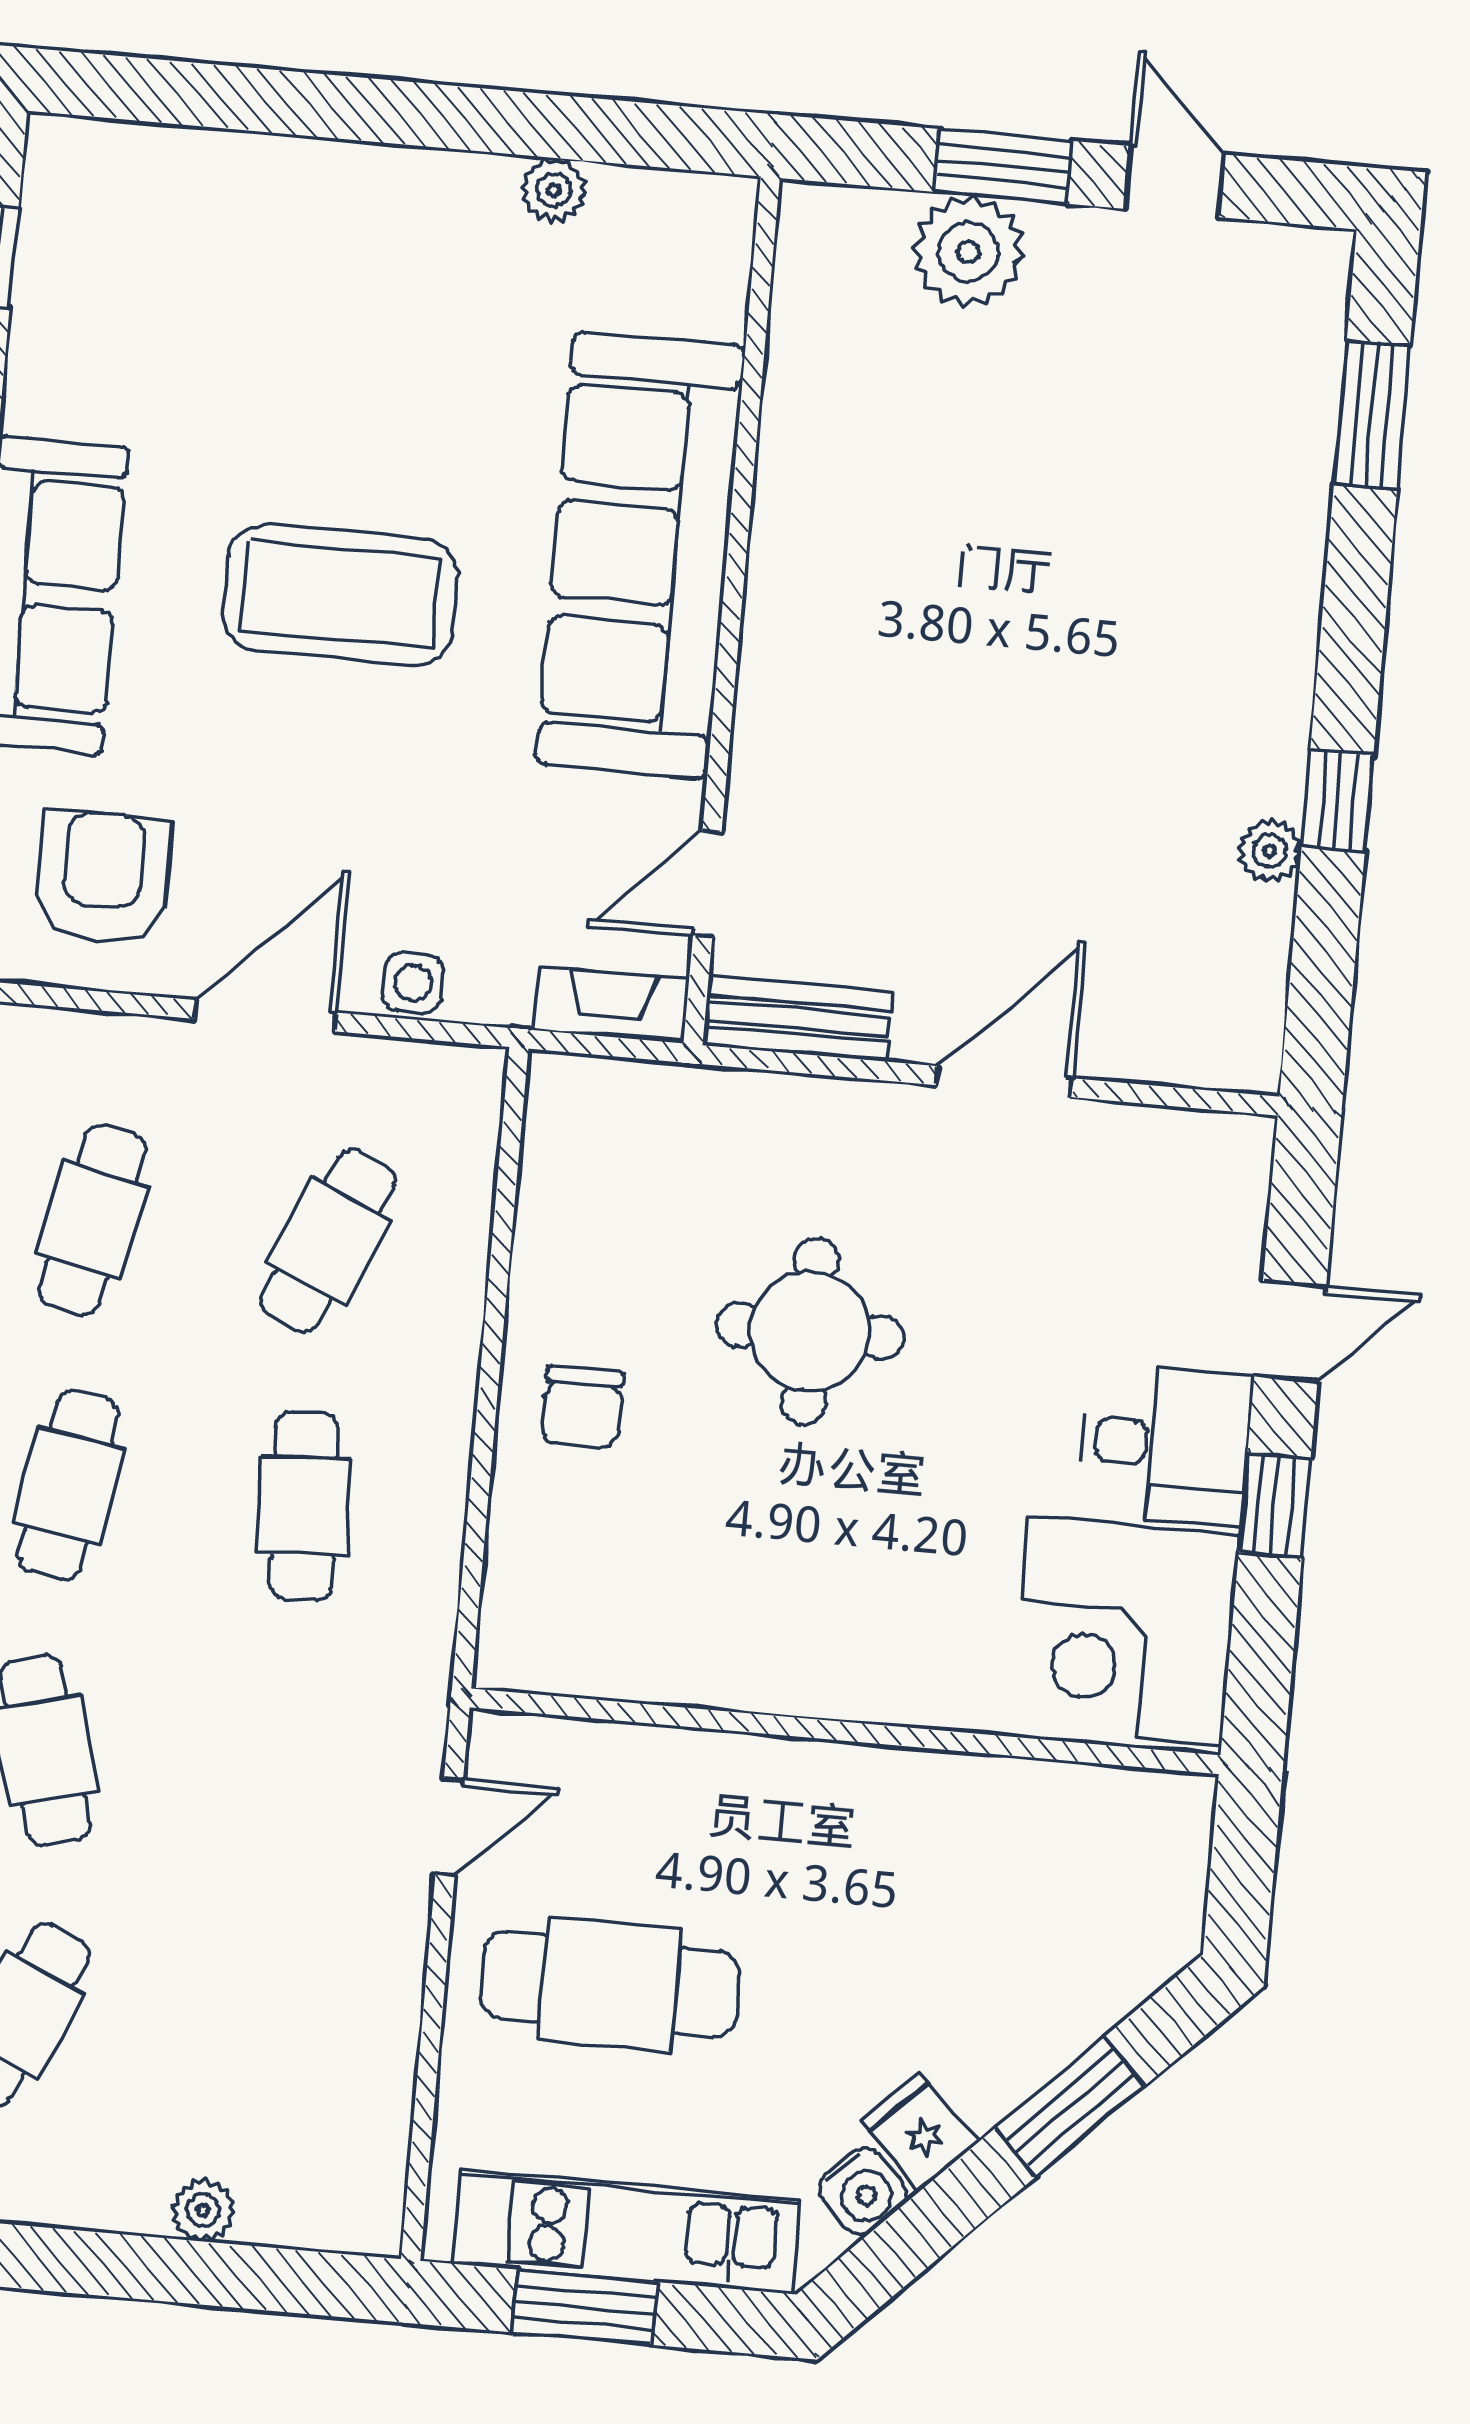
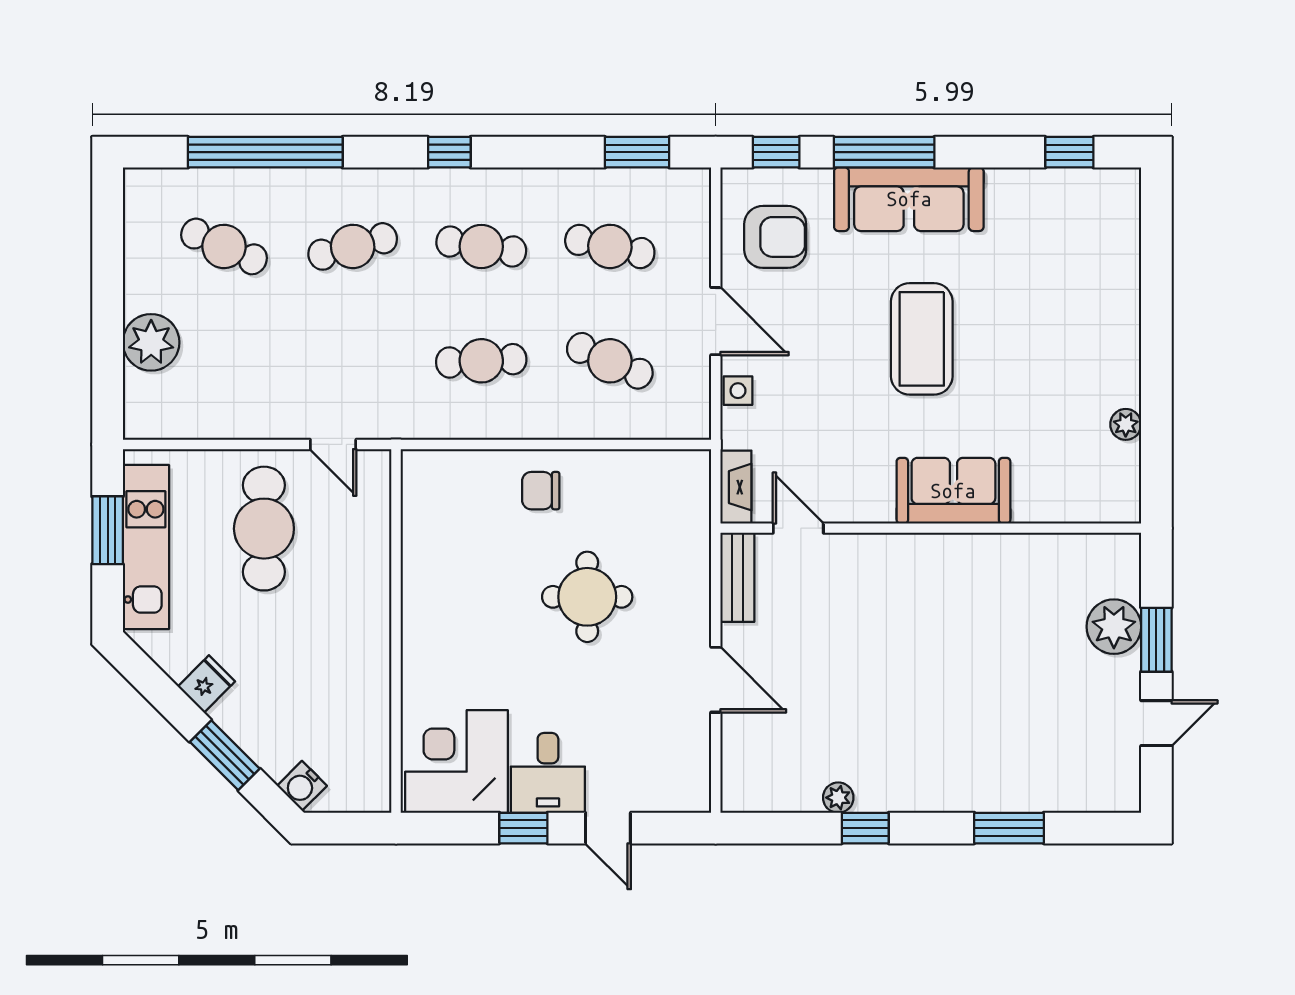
window: (1372, 415) -> (1009, 828), moved
sofa: (640, 555) -> (953, 491), width x0.54, depth x0.79
water cooler: (863, 2191) -> (302, 786), moved
plant: (203, 2210) -> (151, 342), width x1.88, depth x1.88

